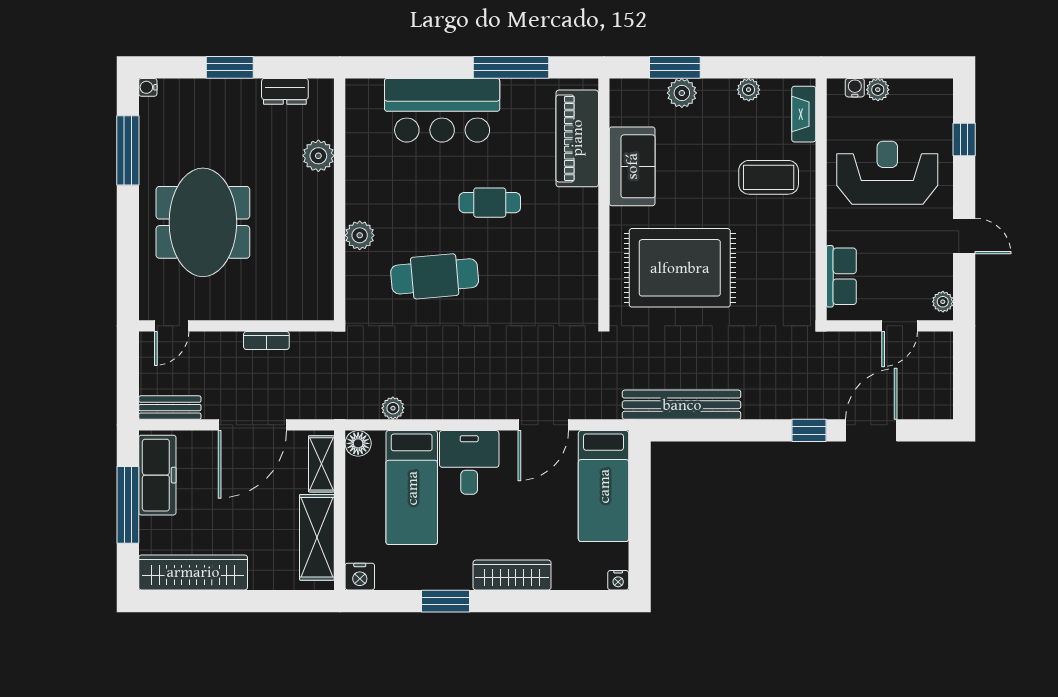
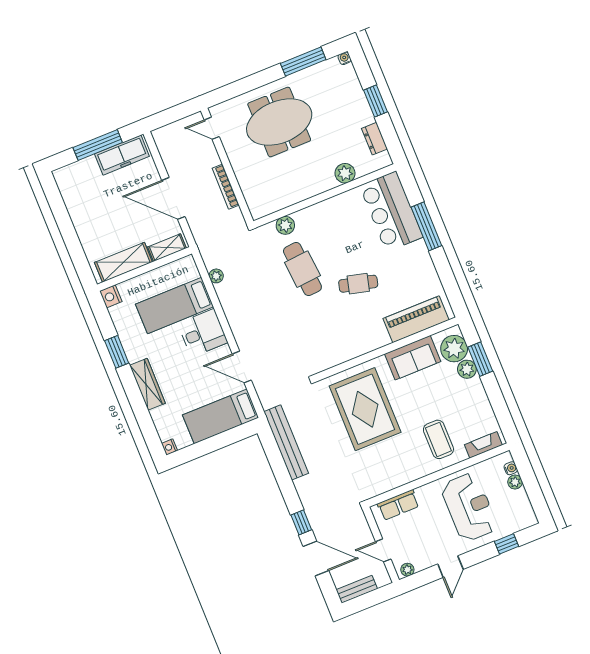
window: (511, 67) -> (426, 226), moved
plant: (749, 90) -> (454, 349), moved, width x1.87, depth x1.87
bar counter: (442, 110) -> (391, 211), moved
cafe table: (490, 203) -> (358, 284), turned -76
plant: (360, 235) -> (285, 225), moved
bookcase: (266, 340) -> (226, 187), width x1.56
bench: (170, 408) -> (357, 589), moved, turned 90
floor lamp: (358, 443) -> (188, 264), removed
wardrobe: (193, 572) -> (74, 199), removed

